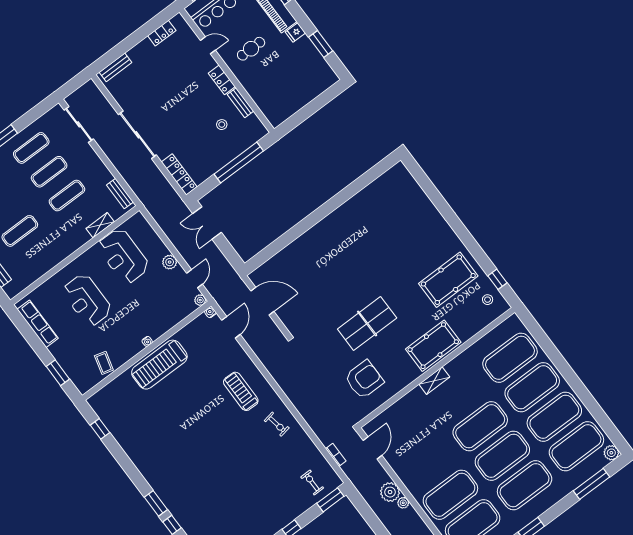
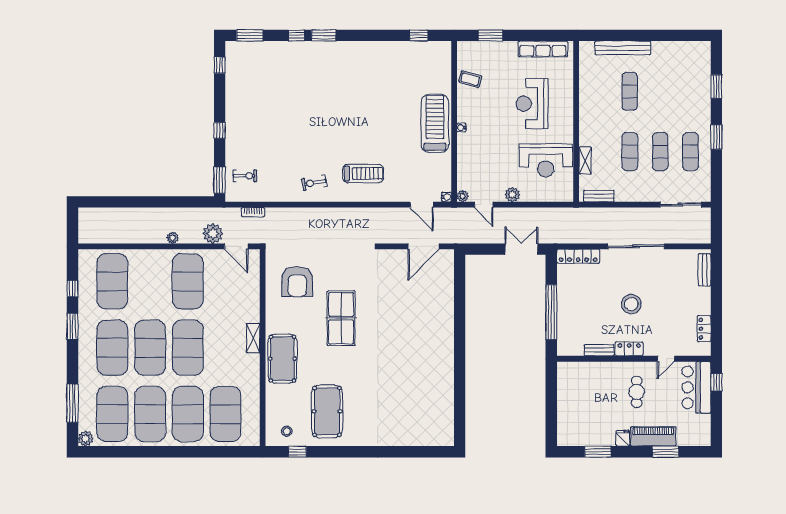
stool: (222, 125) -> (631, 304), moved, width x1.89, depth x1.89
reception desk: (123, 256) -> (546, 160), turned 180
reception desk: (87, 300) -> (532, 104), turned -90
plant: (390, 492) -> (213, 234), moved
exercise mat: (450, 495) -> (188, 281), moved

